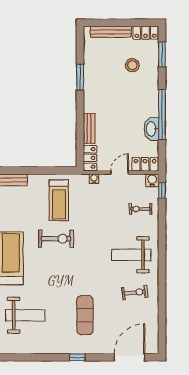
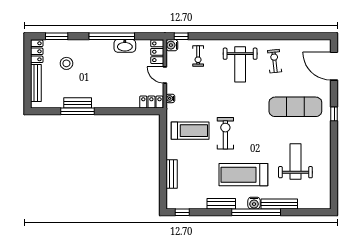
window: (80, 77) -> (77, 111), width x1.44
bench: (89, 129) -> (78, 103), moved
exercise mat: (85, 315) -> (295, 107), width x1.36, depth x1.45

